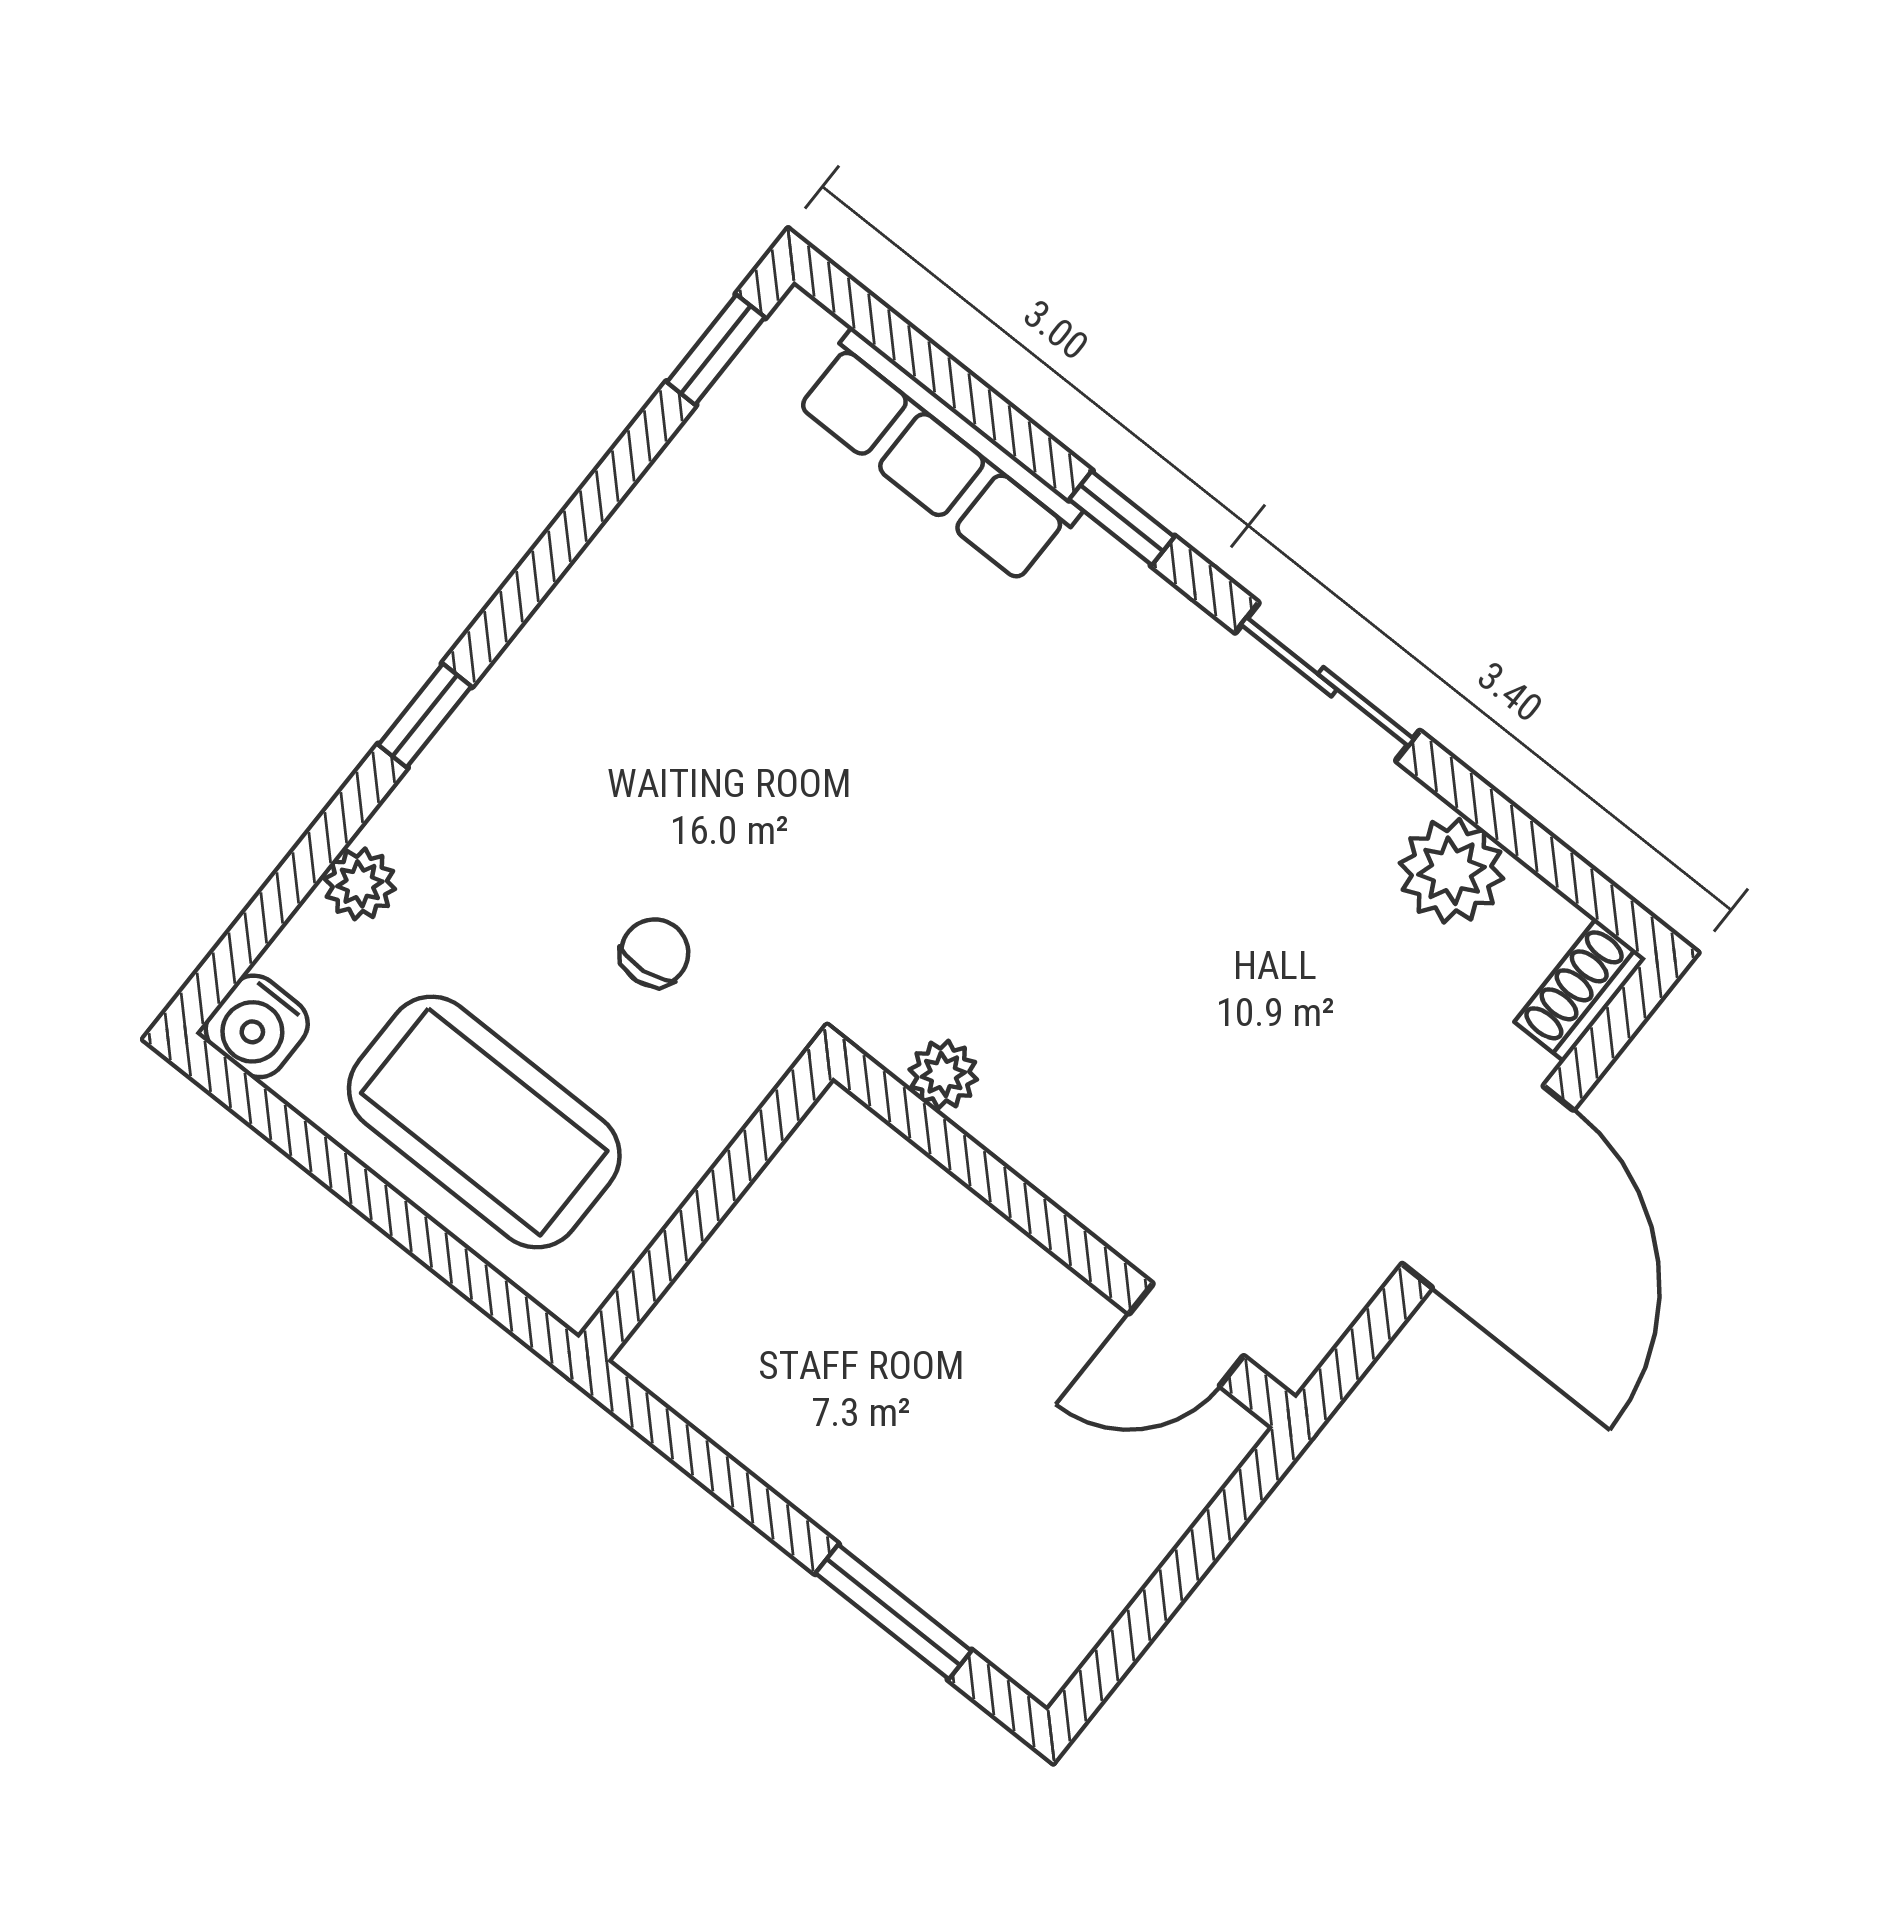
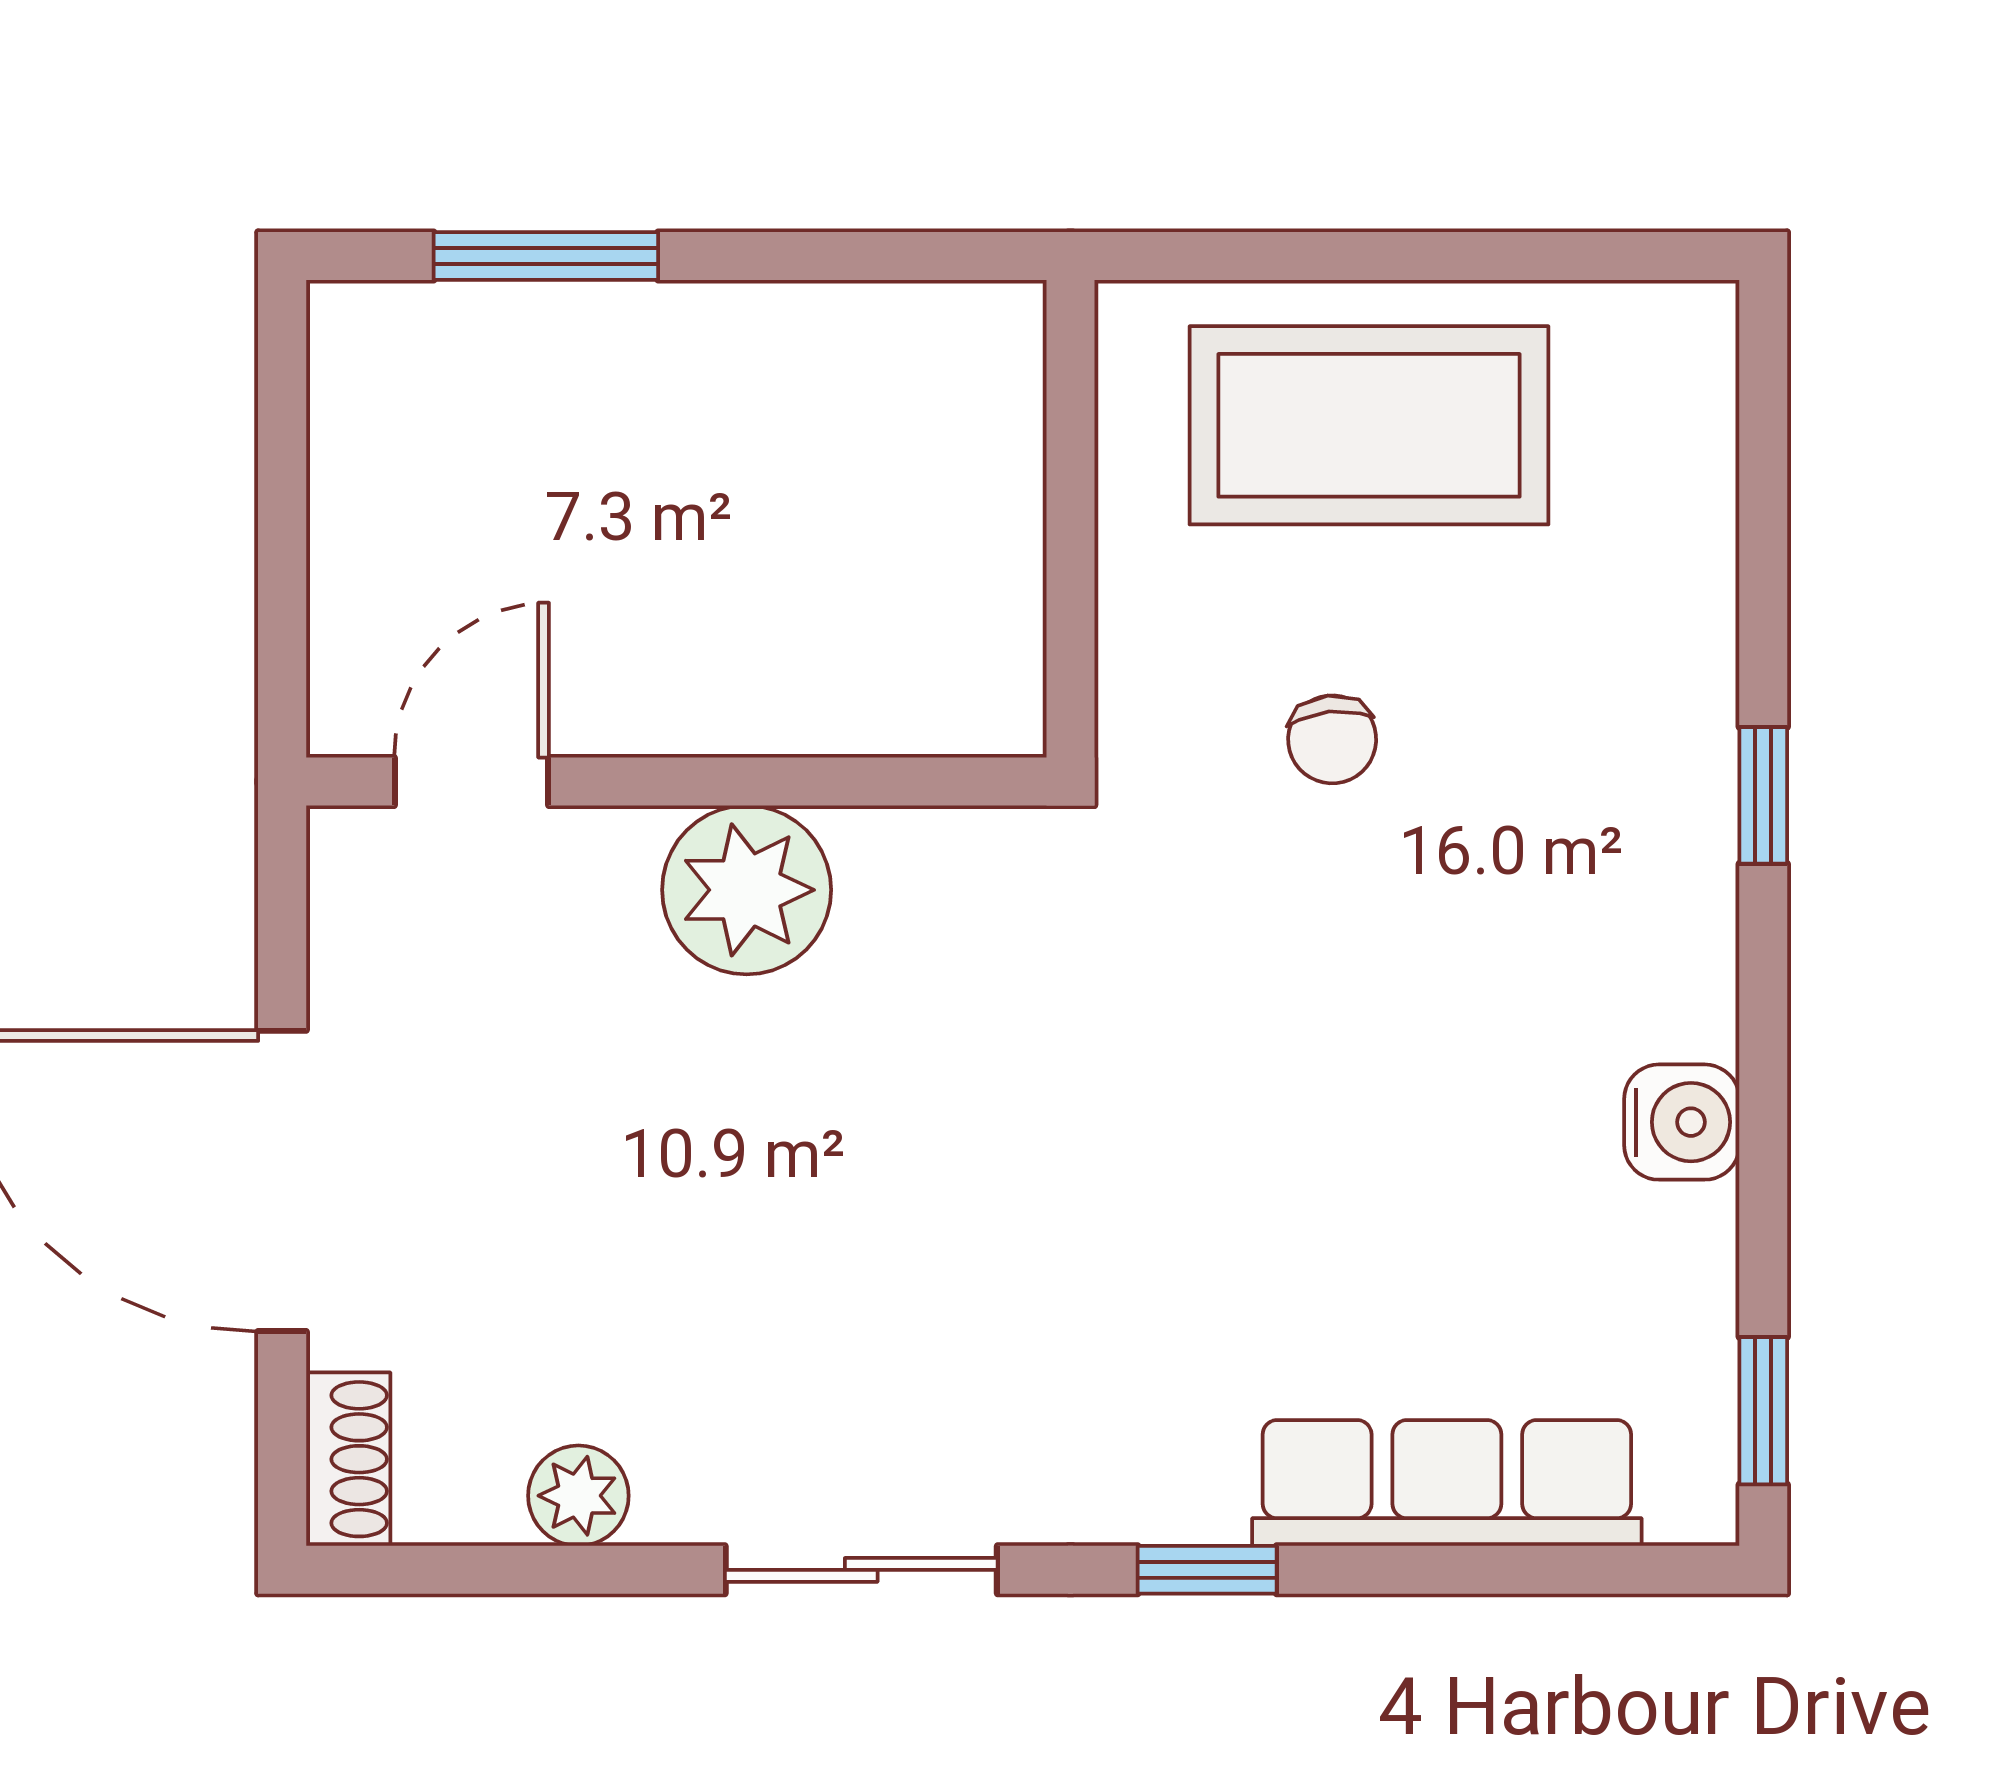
plant: (1452, 871) -> (578, 1496), width x0.73, depth x0.73
plant: (360, 884) -> (1692, 569), removed
water cooler: (257, 1026) -> (1682, 1122), moved, turned 90
plant: (943, 1075) -> (747, 890), moved, width x1.87, depth x1.87

